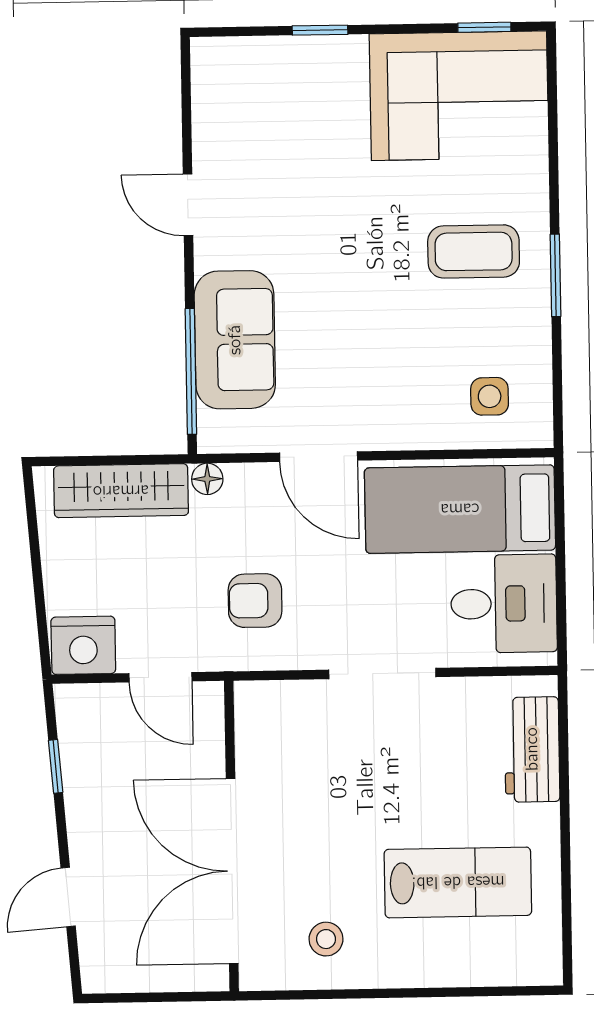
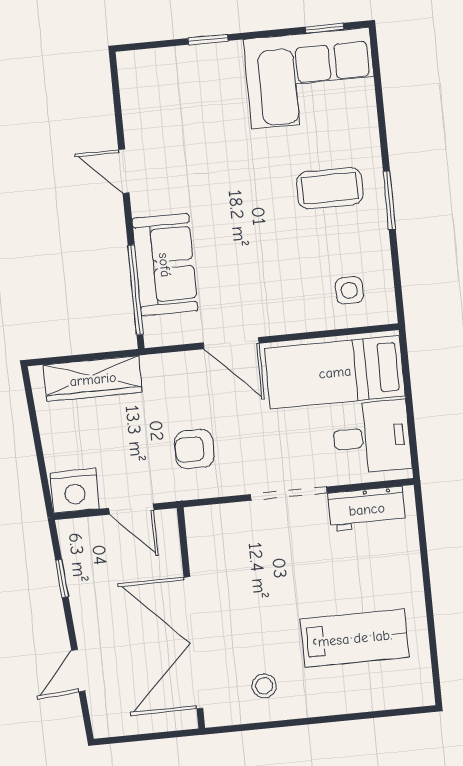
floor lamp: (207, 479) -> (153, 365), removed
workbench: (532, 749) -> (367, 509), moved, turned -90

